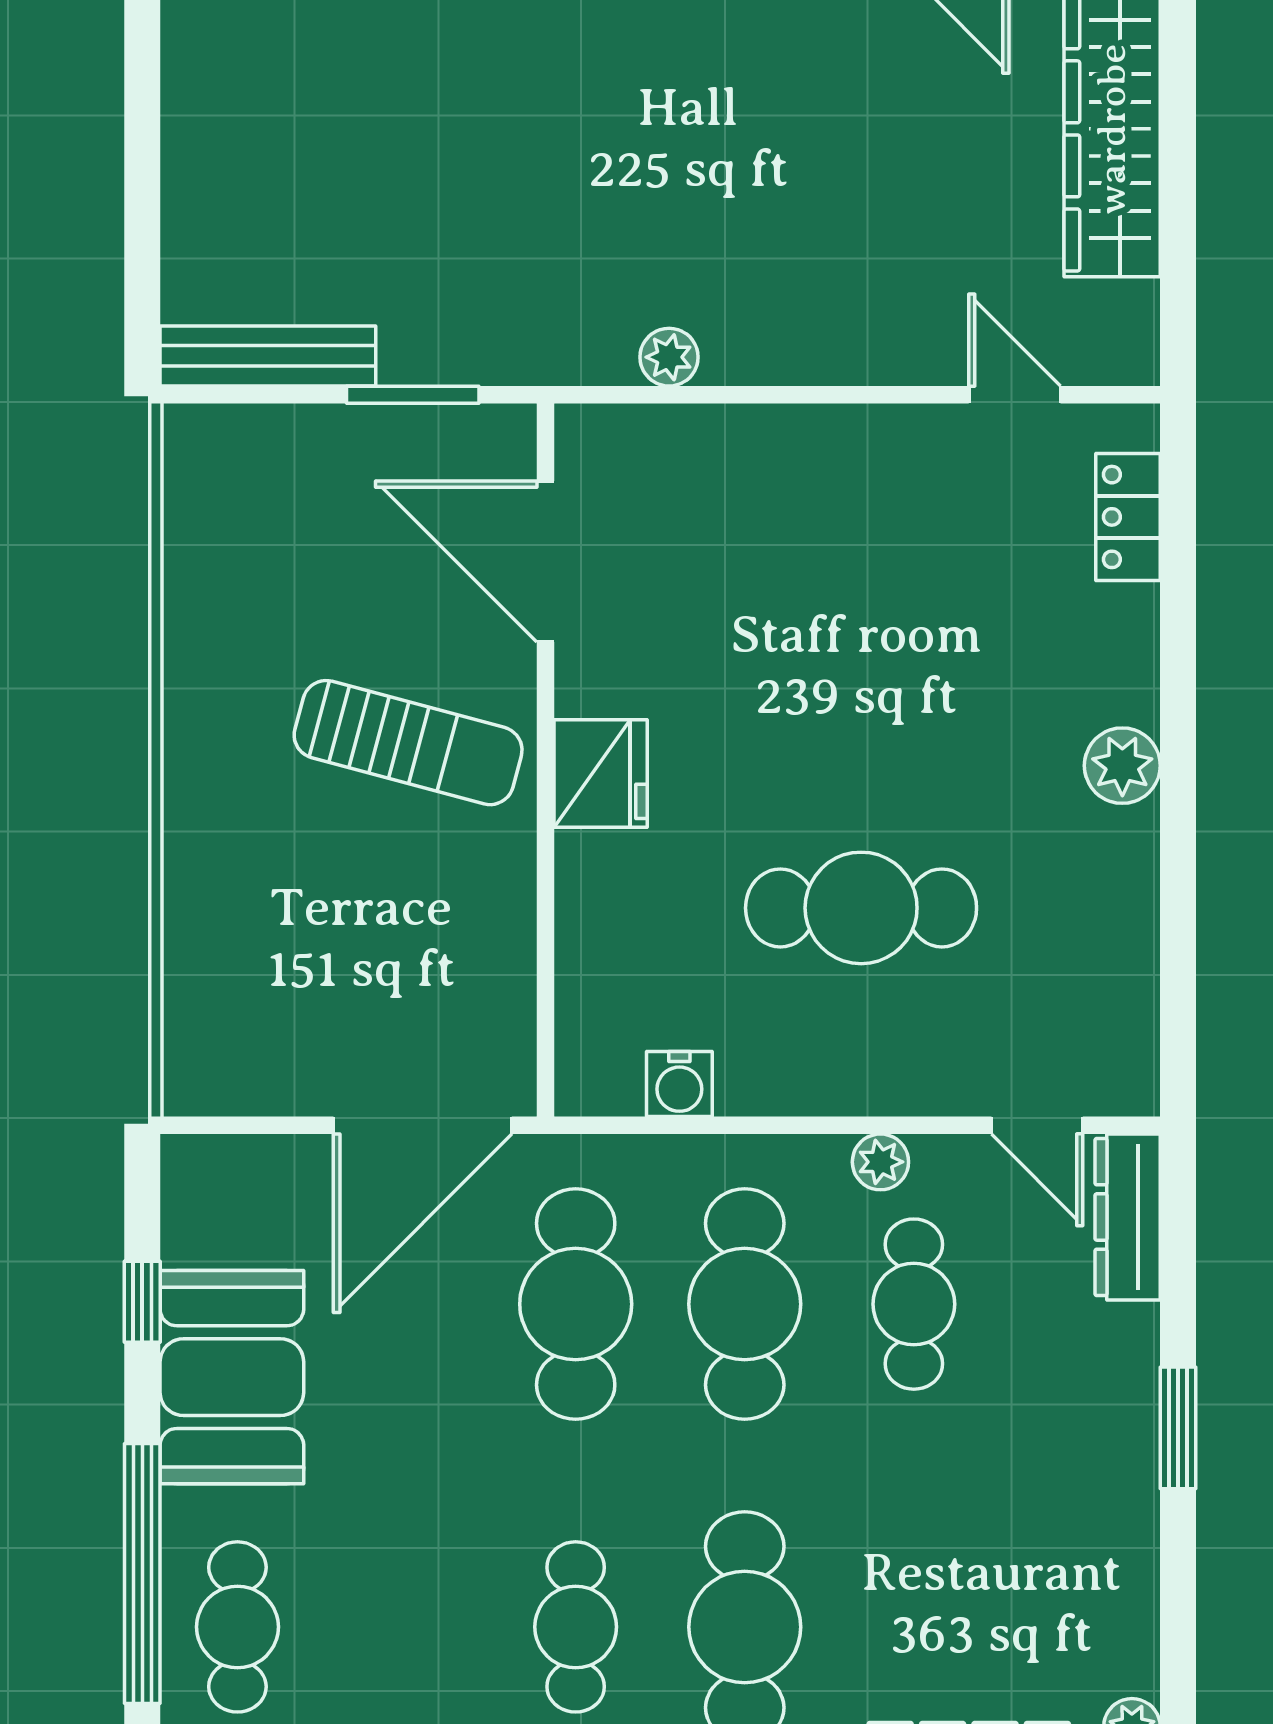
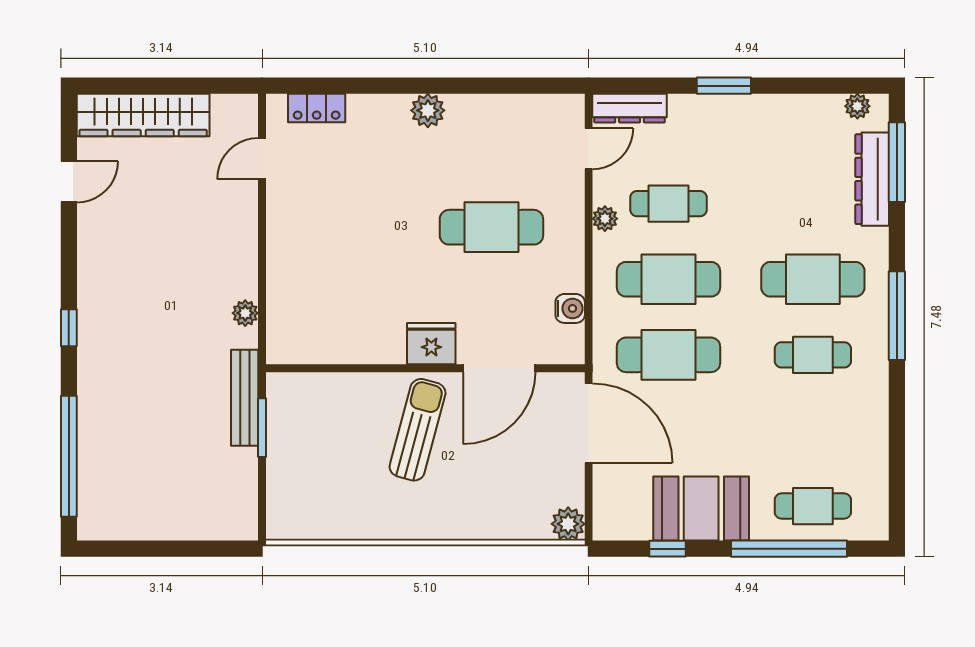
bench: (268, 356) -> (245, 398), moved
door: (546, 562) -> (499, 368), moved
cafe table: (861, 908) -> (491, 227), turned 90
plant: (198, 1079) -> (568, 524), added

